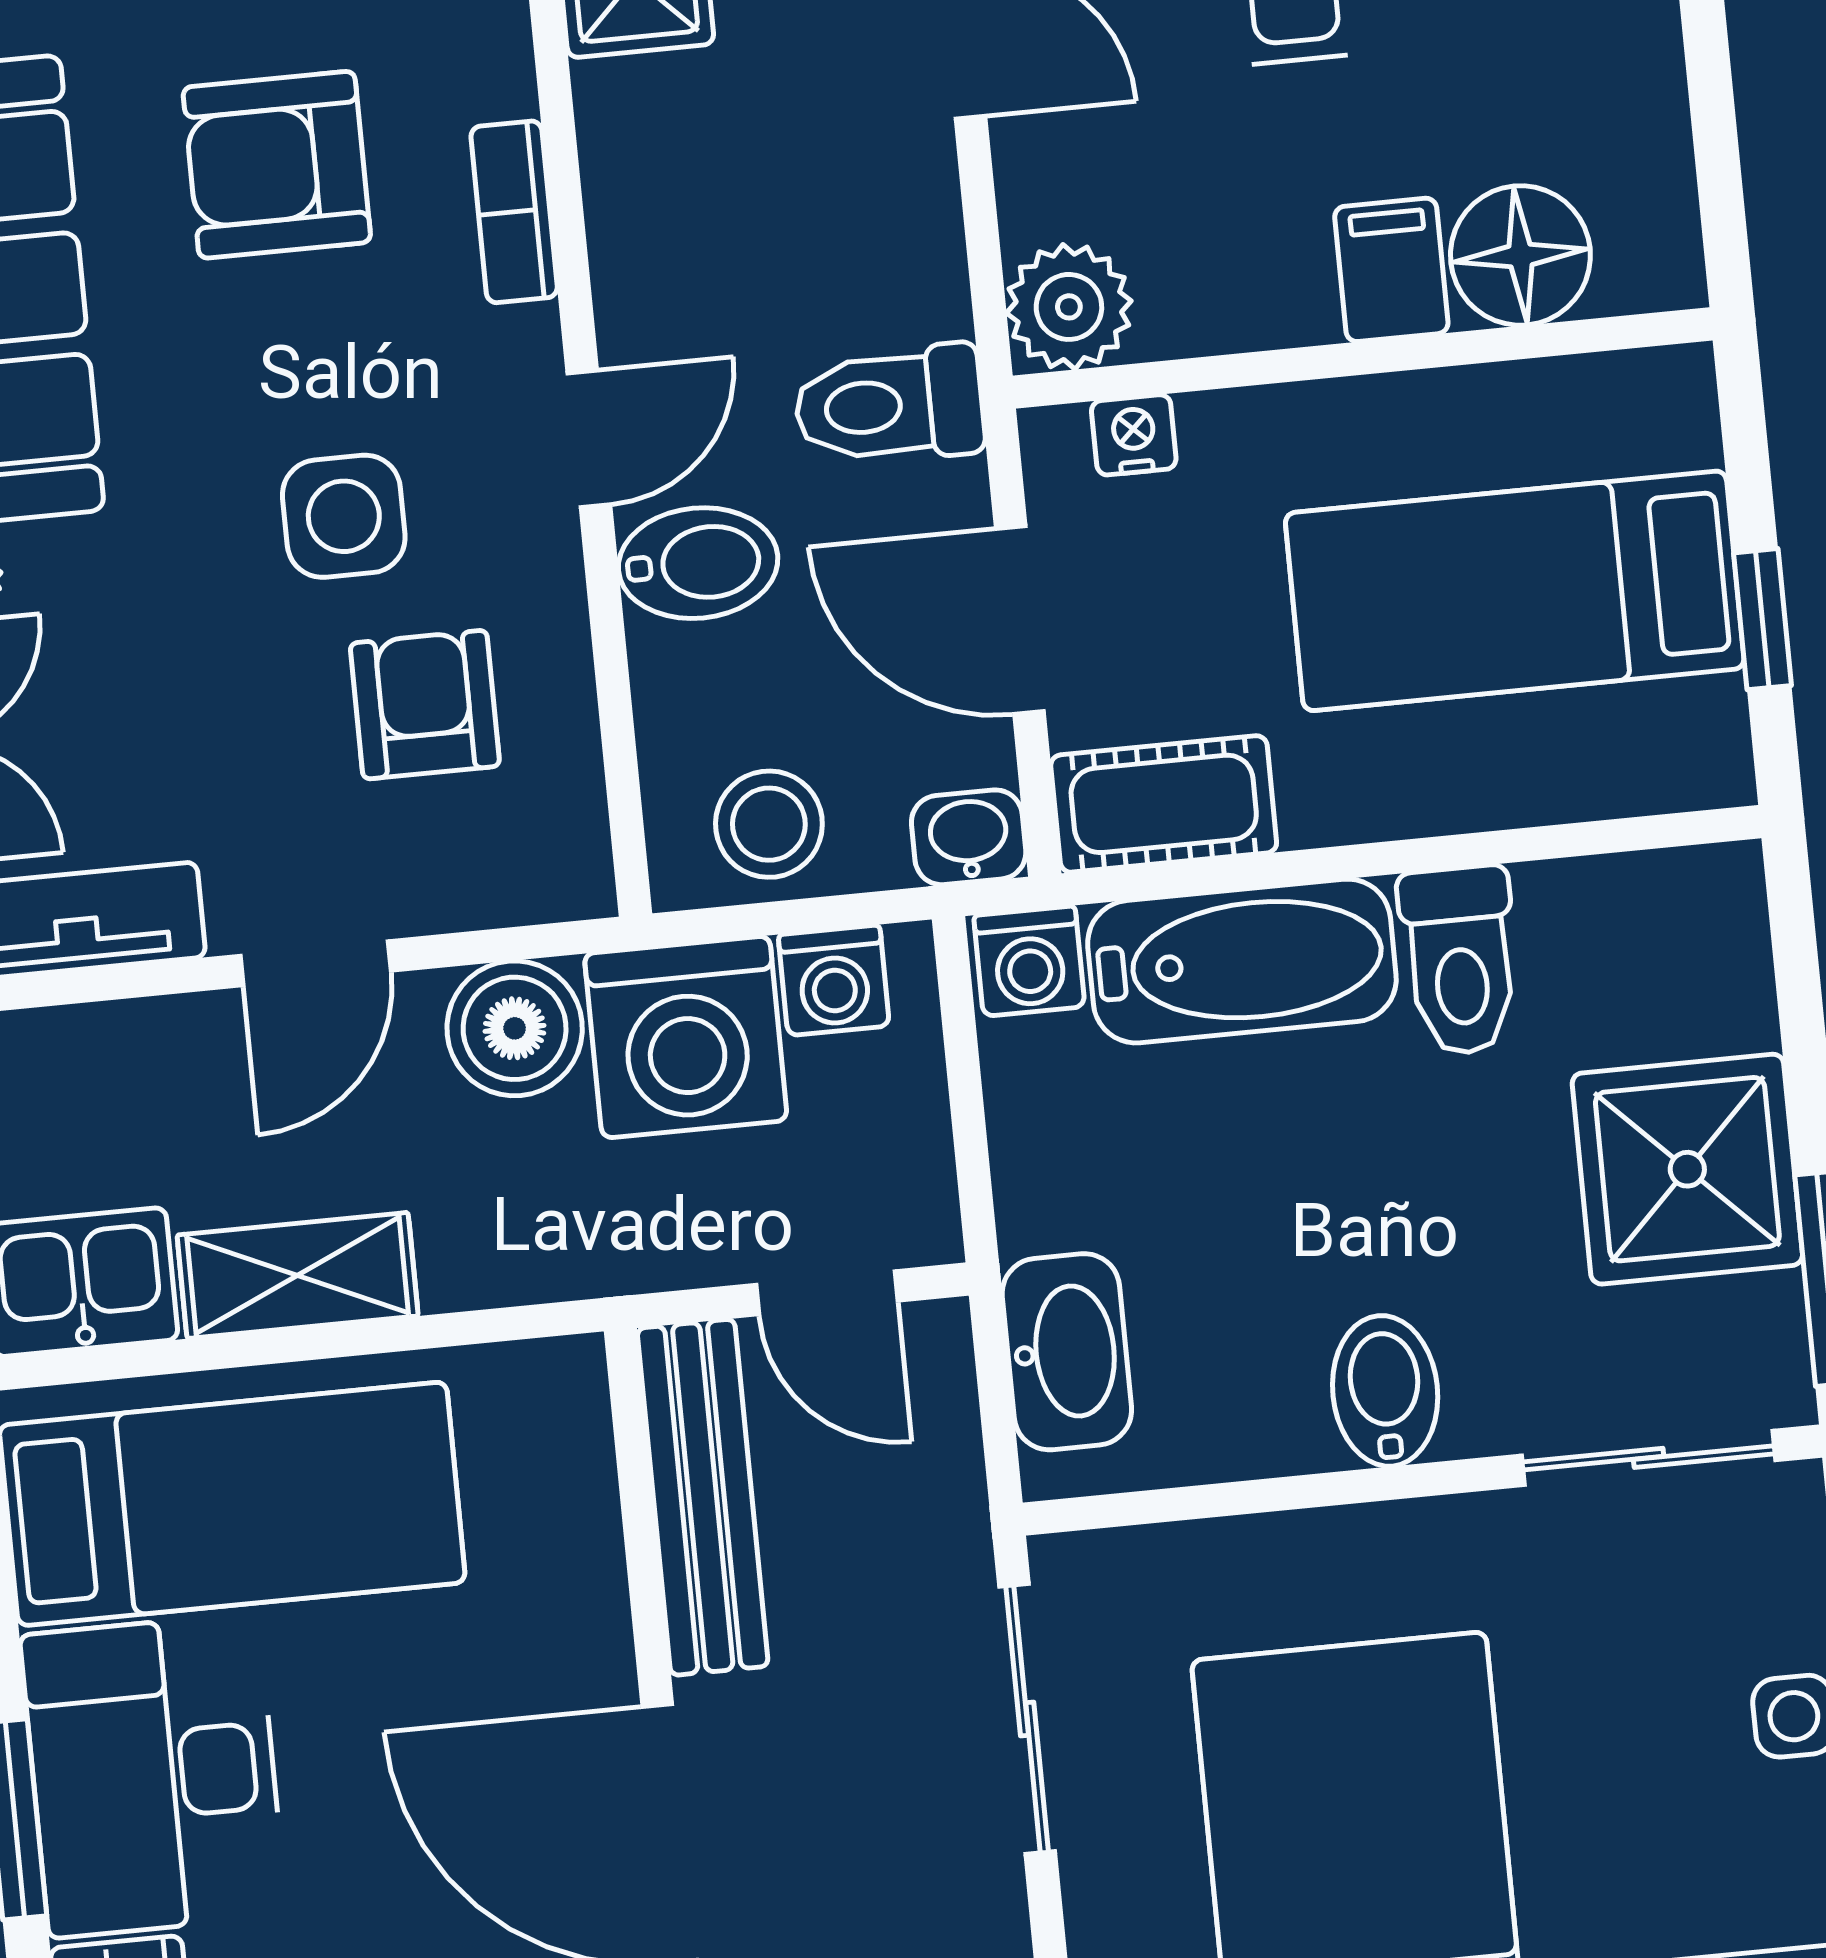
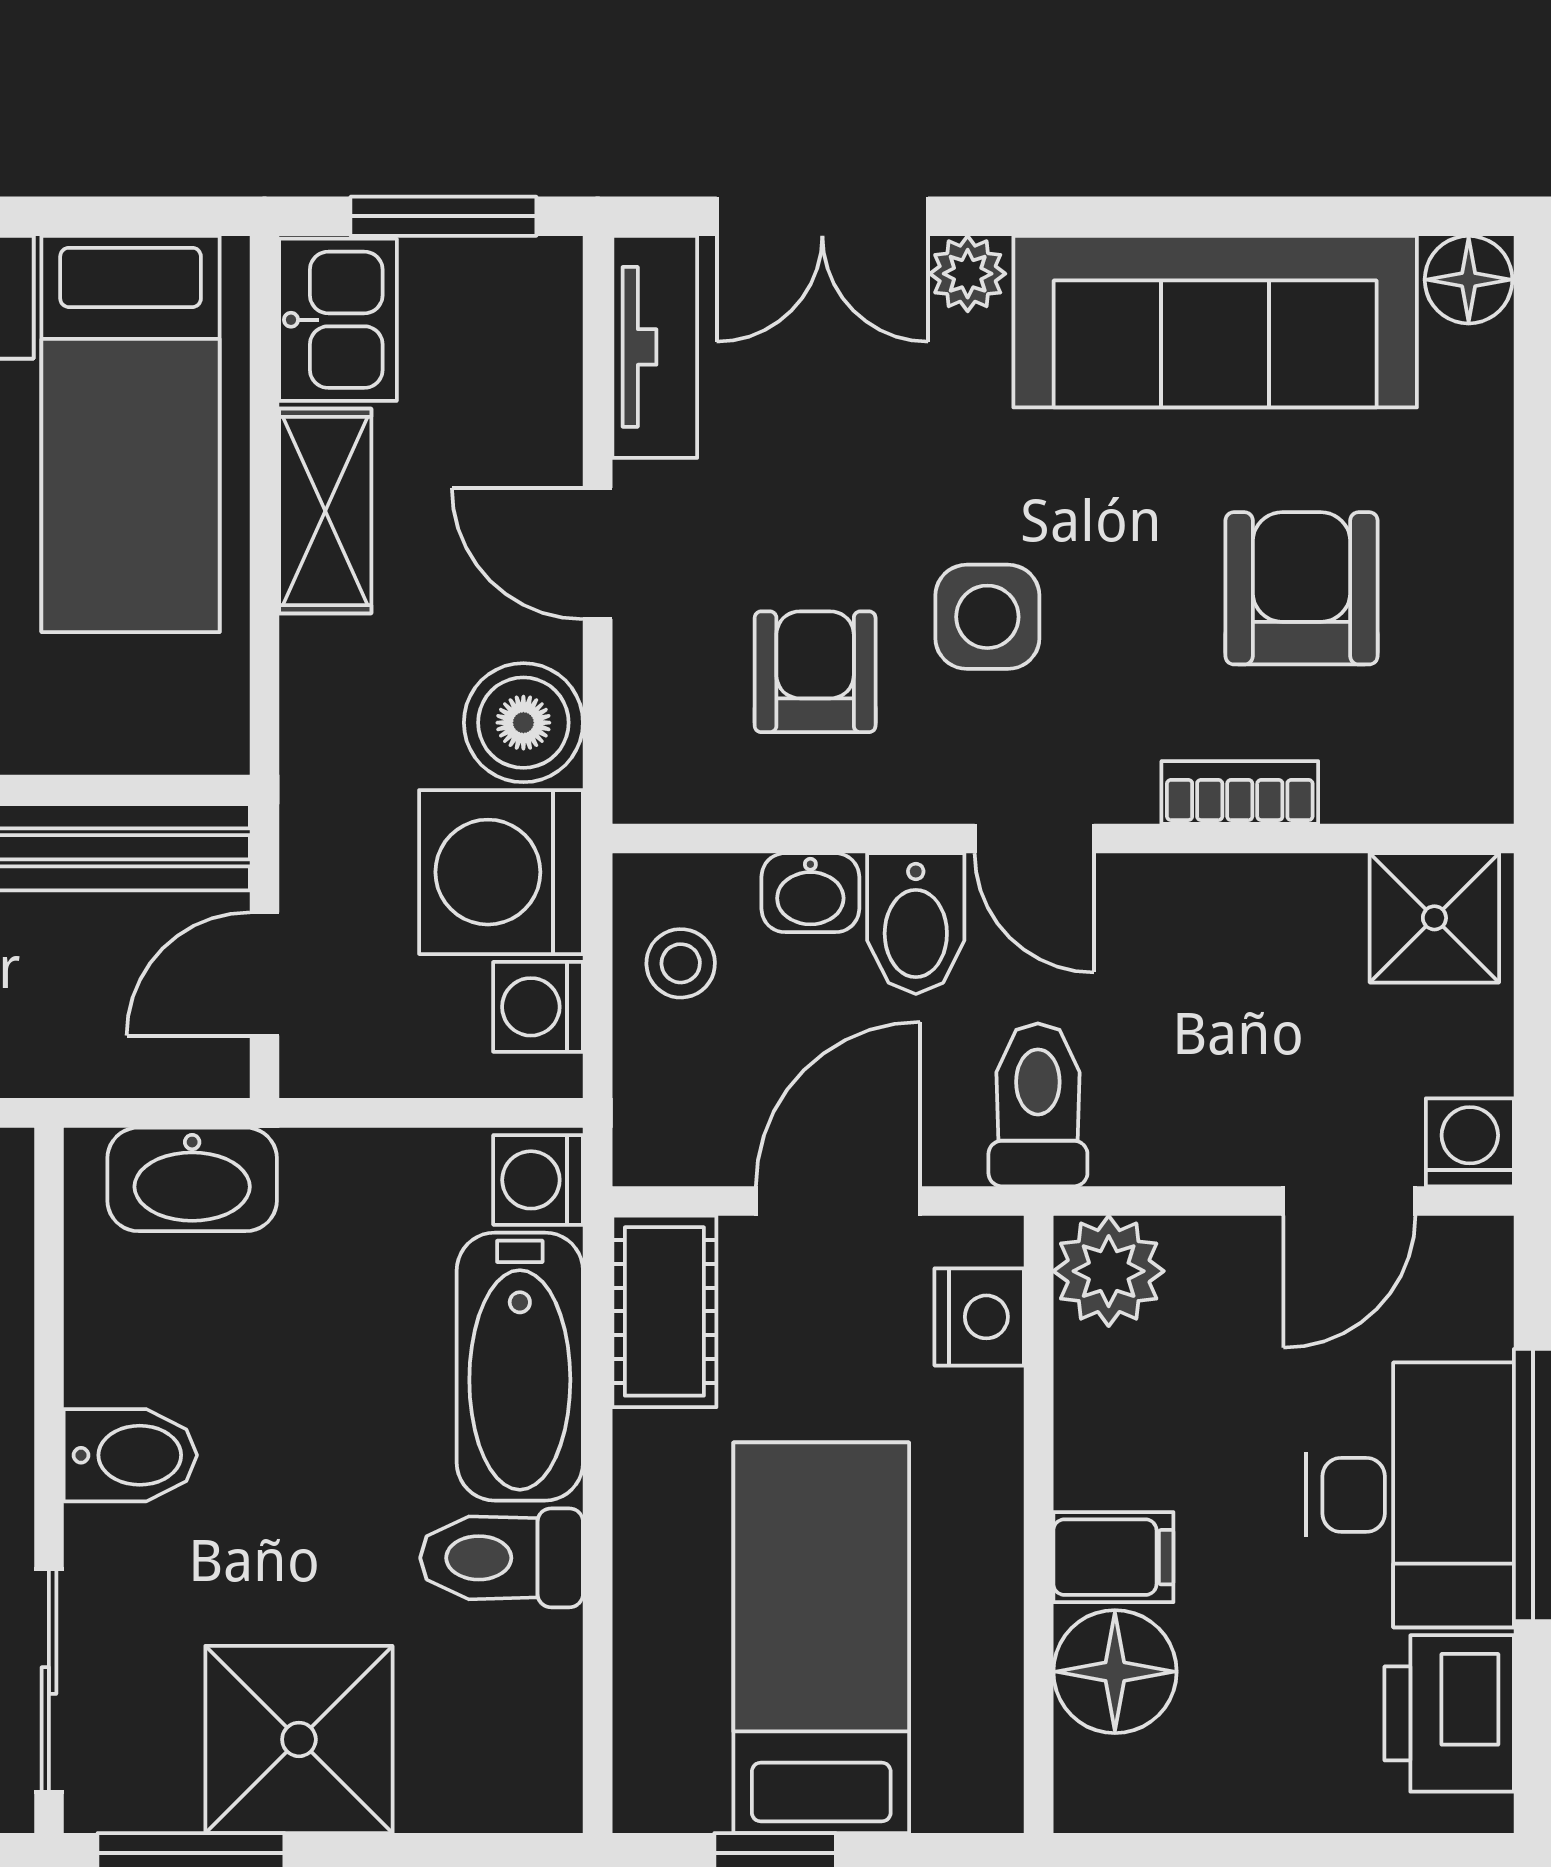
nightstand: (1134, 435) -> (979, 1317), width x1.39, depth x1.35
armchair: (425, 705) -> (815, 672), turned -90
stool: (769, 824) -> (681, 963), width x0.73, depth x0.73
washbasin: (969, 837) -> (810, 893), moved, turned 90

